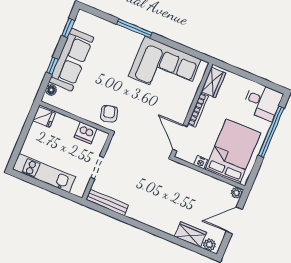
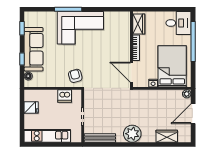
corner sofa: (165, 68) -> (80, 28), moved
fridge: (44, 117) -> (31, 108), moved
plant: (210, 245) -> (132, 134), moved, width x1.88, depth x1.88

